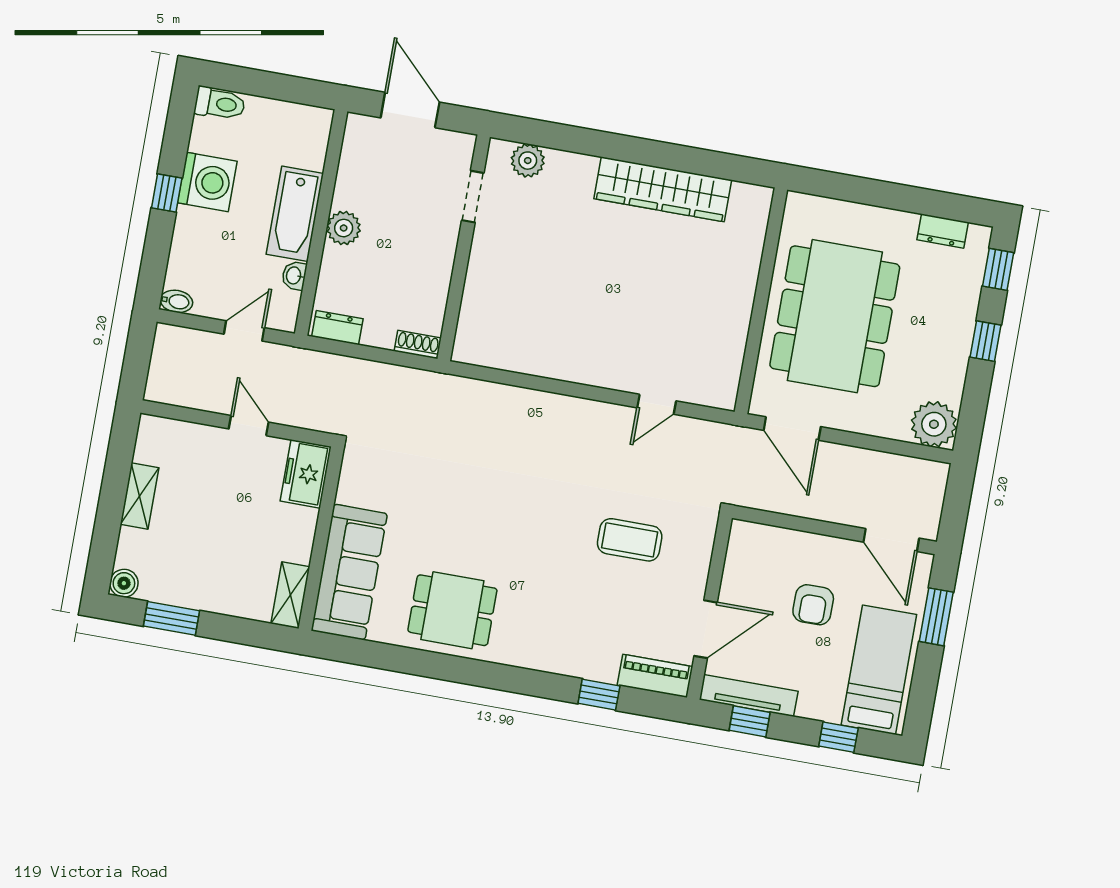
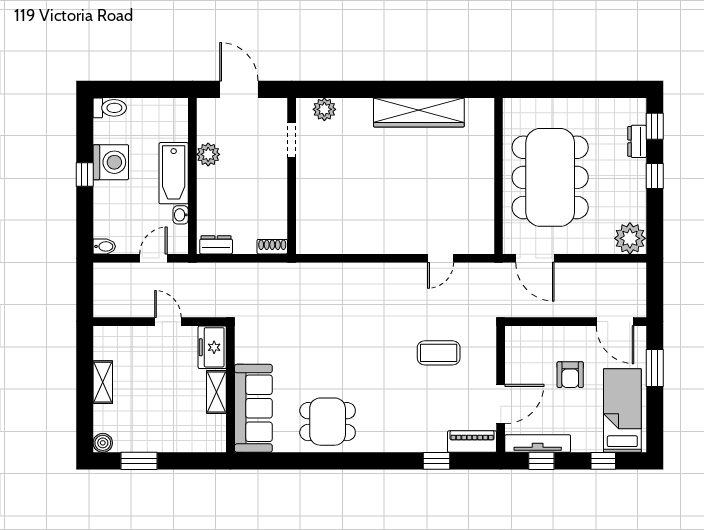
plant: (344, 228) -> (208, 154), moved
dresser: (943, 231) -> (637, 141), moved, turned 90
shelving: (290, 595) -> (216, 392), moved

